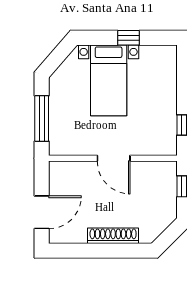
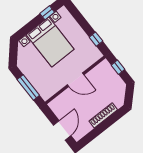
window: (129, 38) -> (47, 13), moved
bed with nightstands: (109, 80) -> (50, 42), width x1.36

